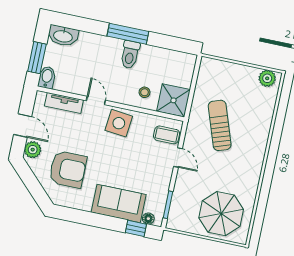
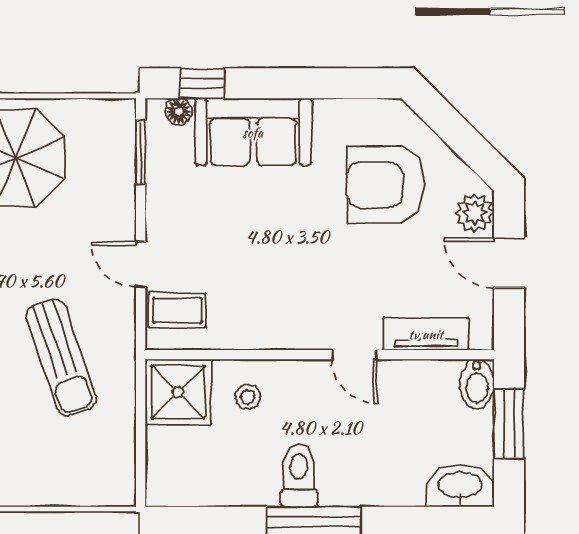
side table: (119, 123) -> (291, 314), removed

